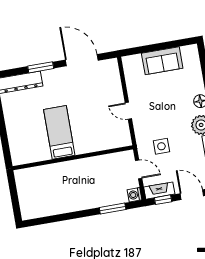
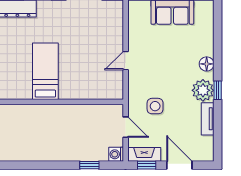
door: (128, 111) -> (126, 61), hinge flipped
window: (113, 209) -> (89, 165), width x0.67

